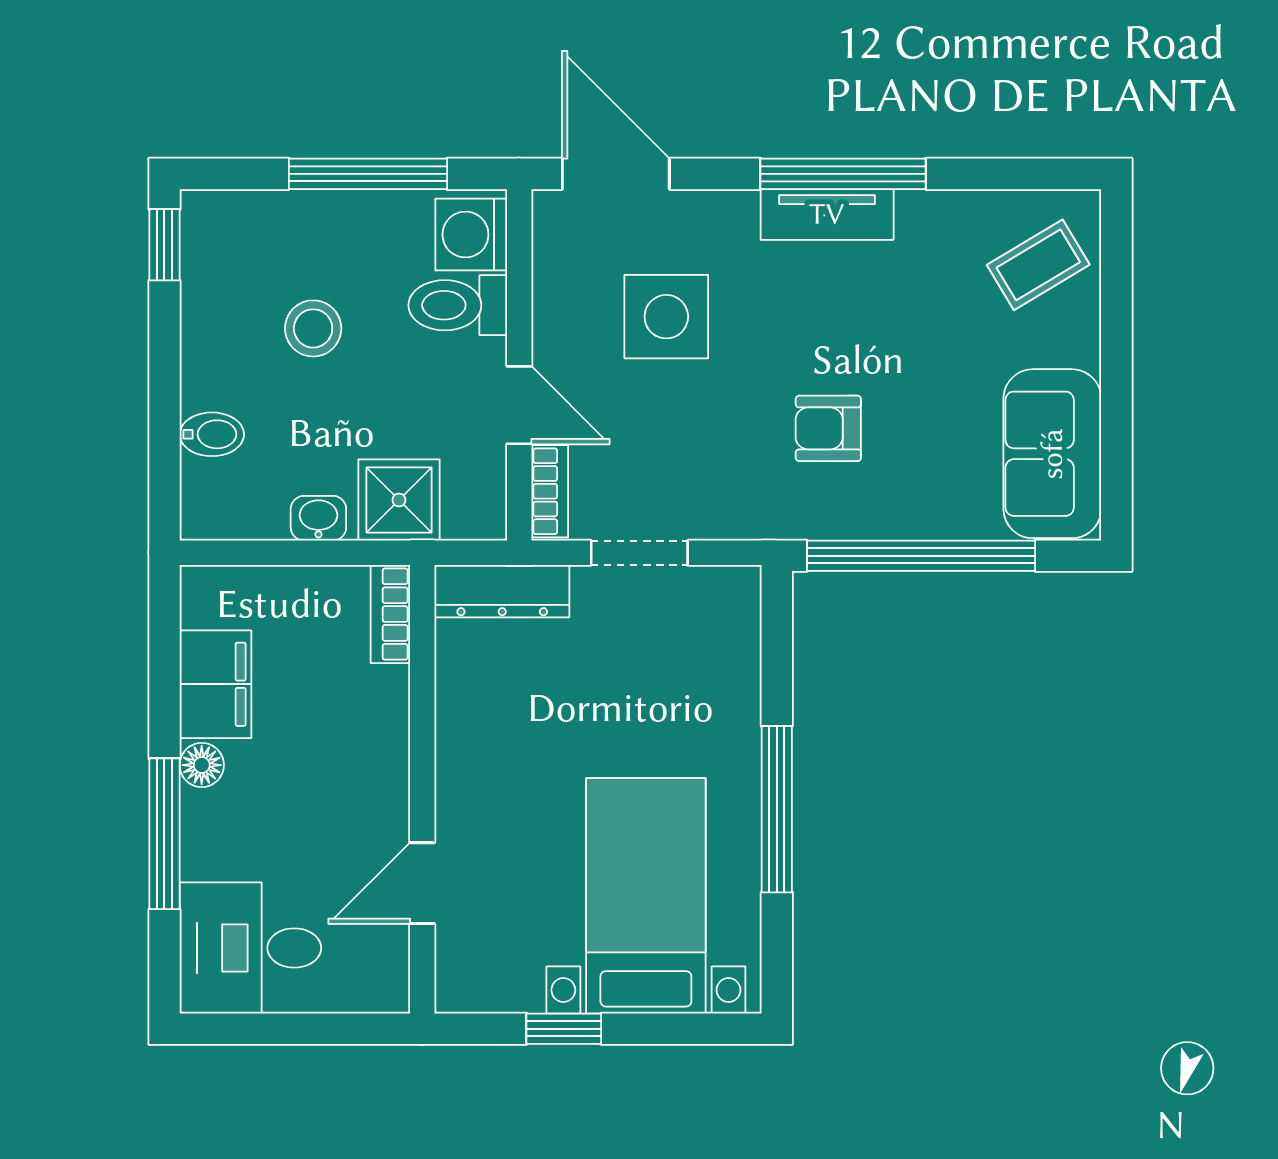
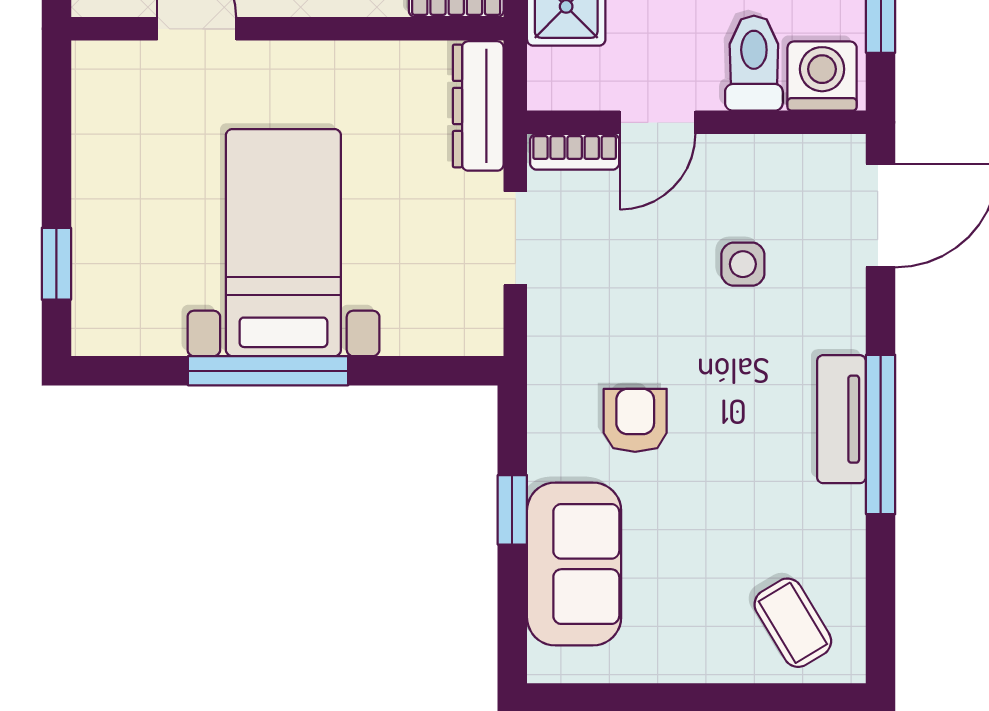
side table: (666, 317) -> (743, 264), width x0.54, depth x0.54
sofa: (1052, 454) -> (574, 564), moved, turned 90
window: (921, 556) -> (512, 510), width x0.32
bed with nightstands: (646, 896) -> (283, 243), moved, turned -90
window: (564, 1029) -> (56, 264), moved

